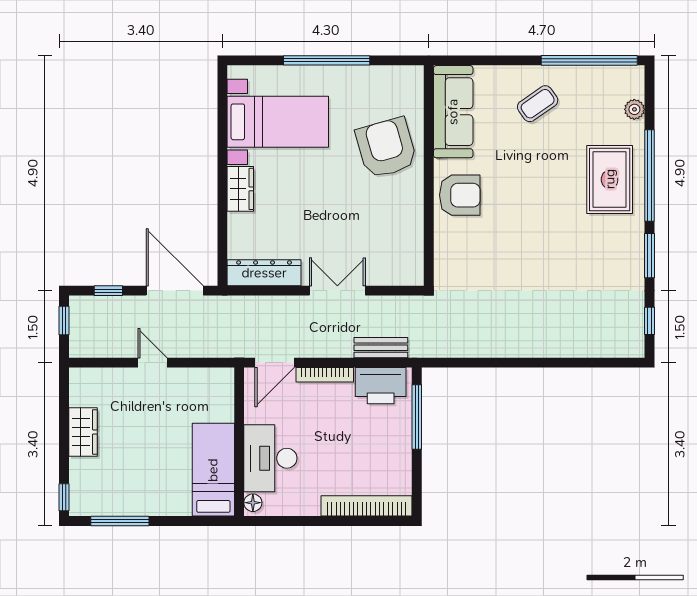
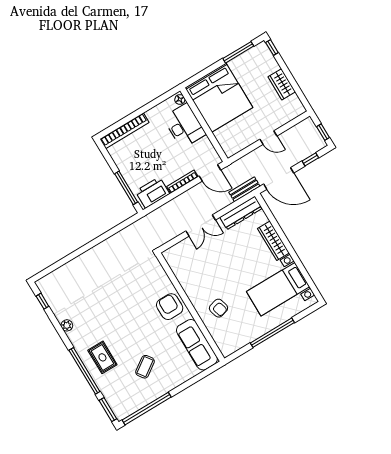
coffee table: (538, 104) -> (145, 367), moved
plant: (634, 109) -> (67, 325), moved
armchair: (386, 148) -> (219, 308), width x0.53, depth x0.53
rug: (610, 179) -> (102, 357), width x0.73, depth x0.70
wardrobe: (240, 189) -> (273, 241), width x1.50
armchair: (460, 195) -> (170, 307), turned 90
window: (649, 256) -> (108, 410), moved
bench: (381, 348) -> (244, 189), moved
door: (275, 363) -> (210, 173), swing flipped
bed: (213, 470) -> (219, 98), width x2.04

